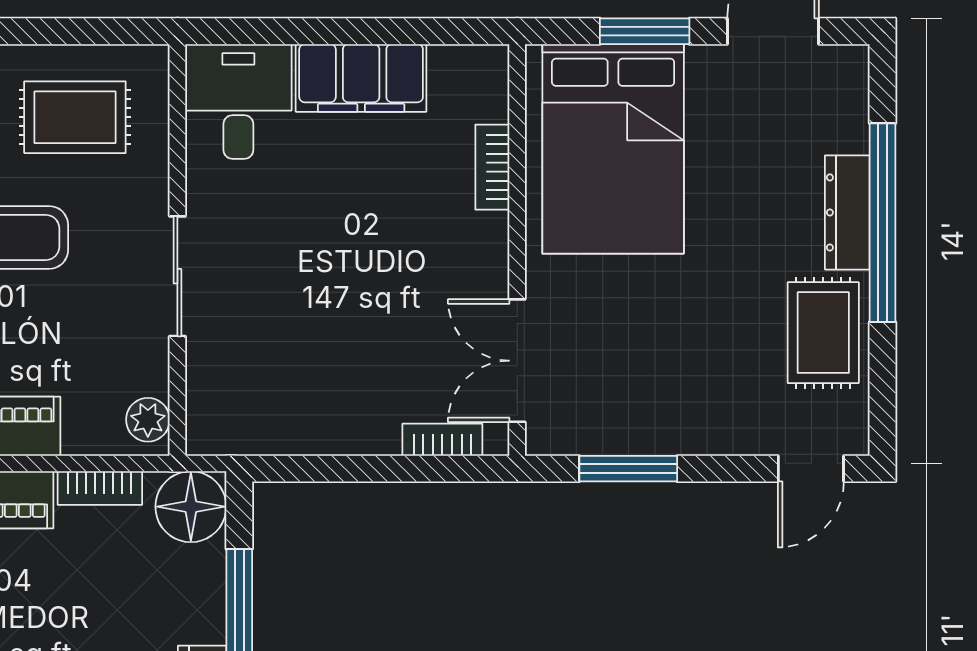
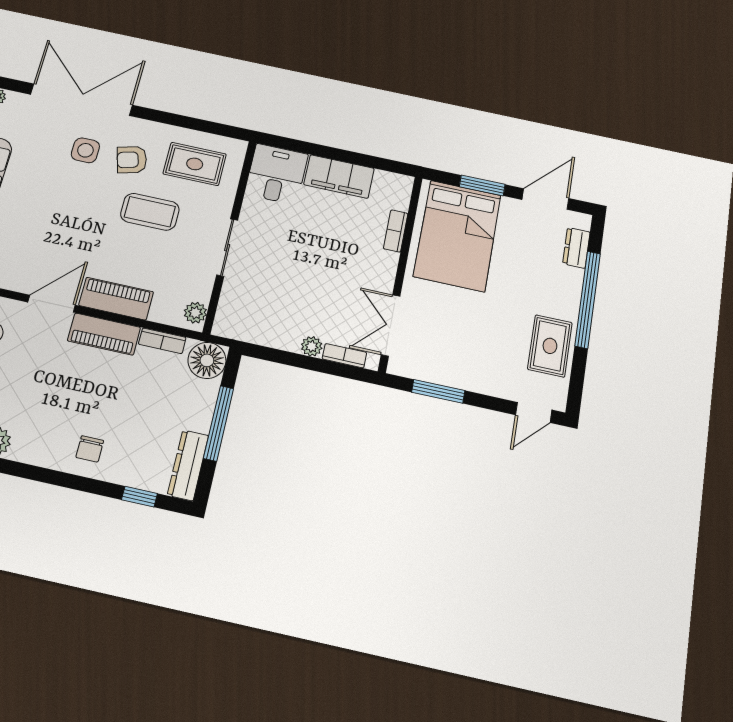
dresser: (847, 212) -> (576, 248), moved, width x0.70
plant: (378, 436) -> (312, 346), added

